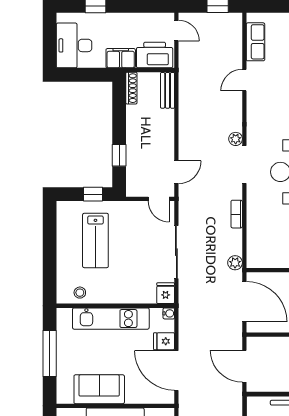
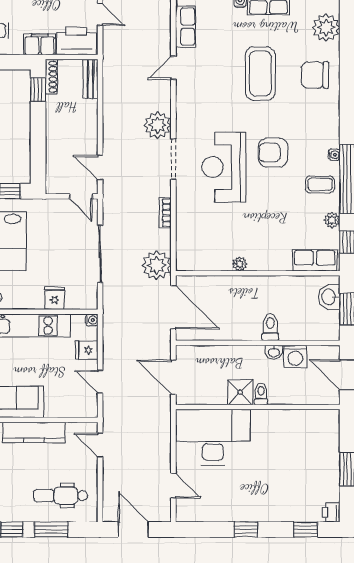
plant: (236, 139) -> (158, 125), width x1.87, depth x1.87
window: (119, 155) -> (38, 90), moved
door: (176, 172) -> (100, 167), swing flipped
plant: (235, 263) -> (157, 265), width x1.87, depth x1.87
fridge: (166, 293) -> (55, 298), moved
door: (176, 370) -> (100, 382), width x0.53

